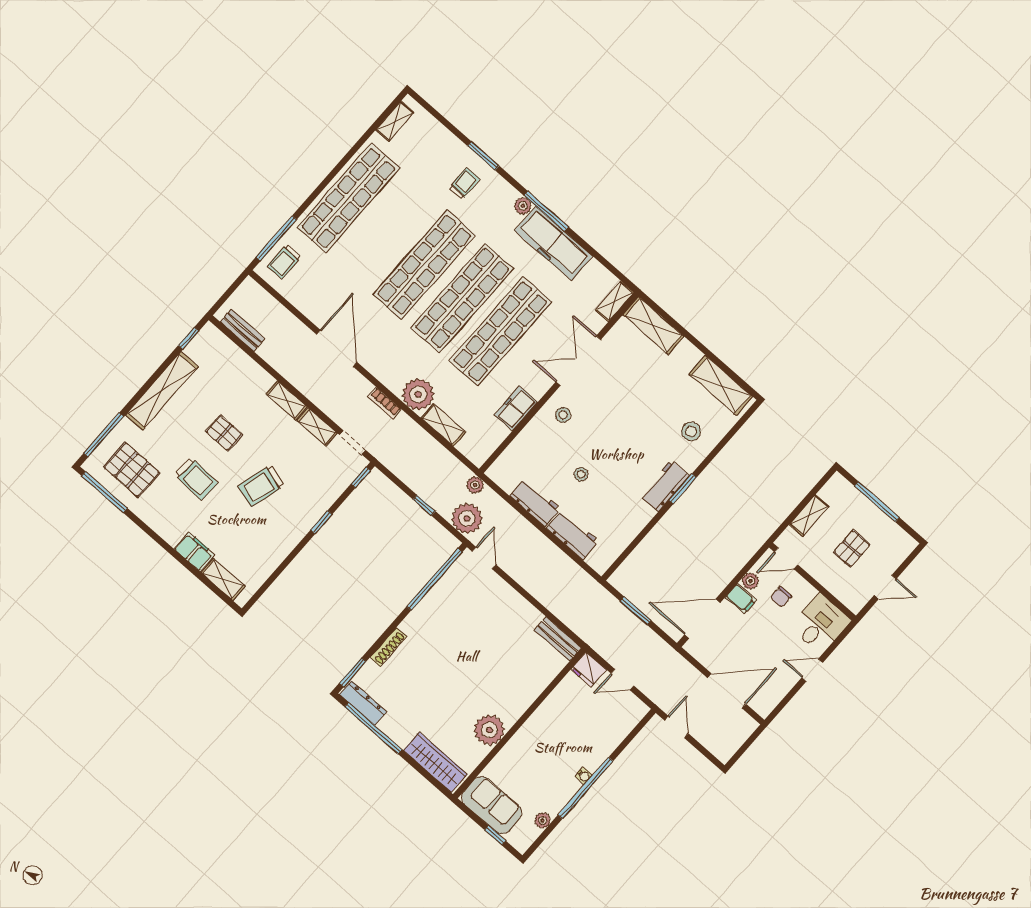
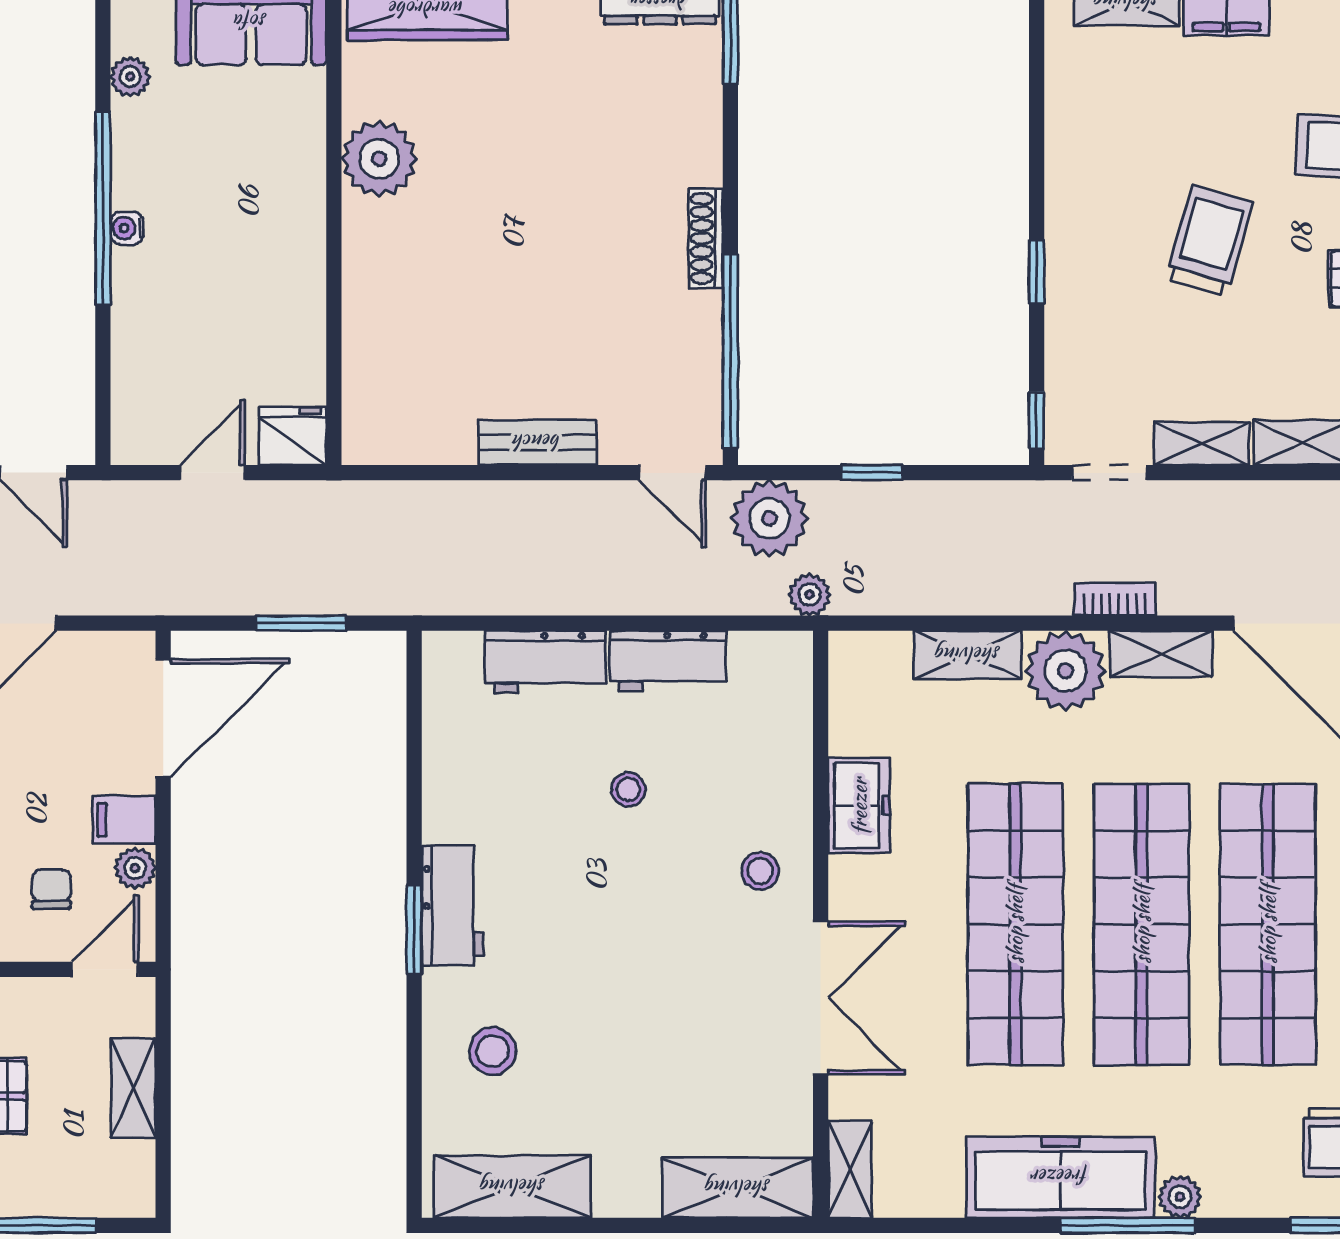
shelving: (385, 374) -> (1161, 654), added
bench: (558, 639) -> (537, 442), moved
shoe rack: (388, 647) -> (706, 238), moved

